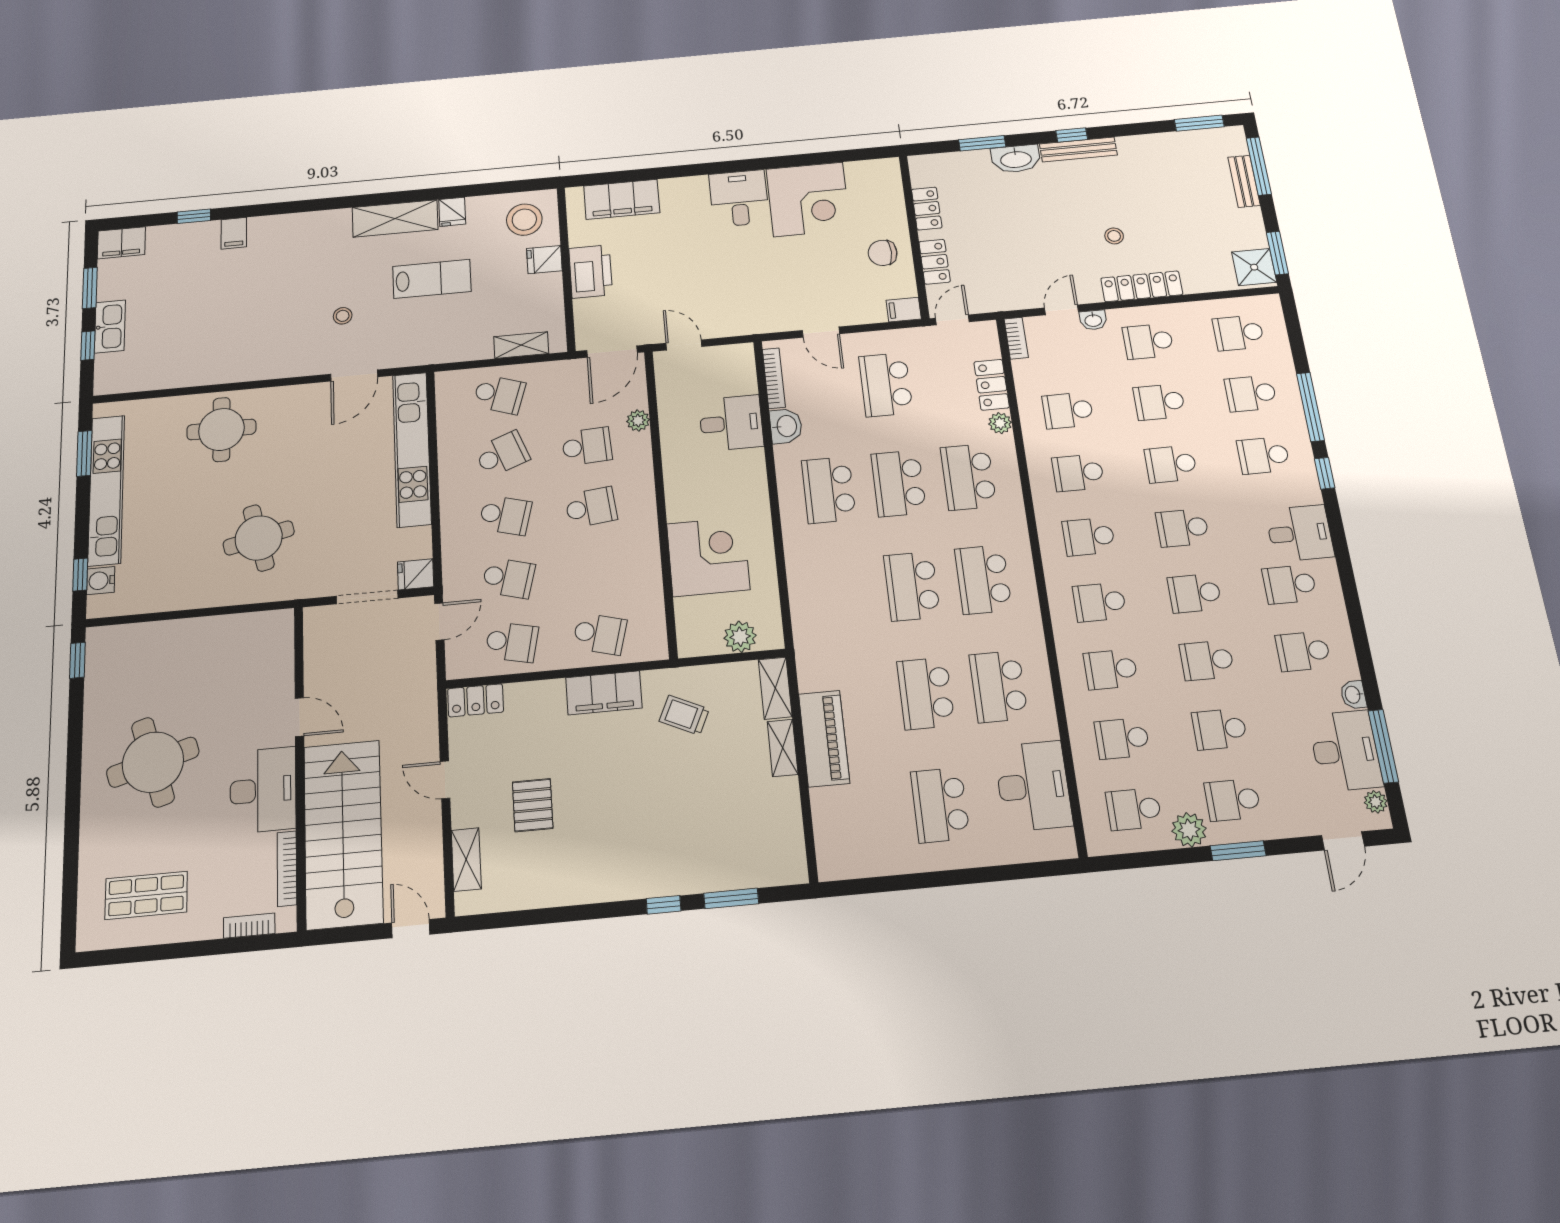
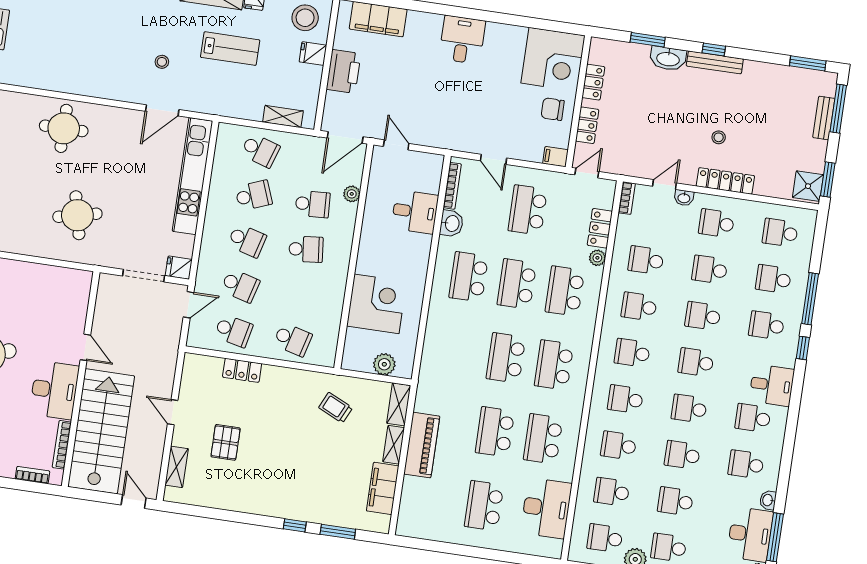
corner desk: (808, 199) -> (553, 59), moved
filing cabinet: (604, 693) -> (383, 488), moved, turned 90
locker: (476, 700) -> (242, 370), moved

